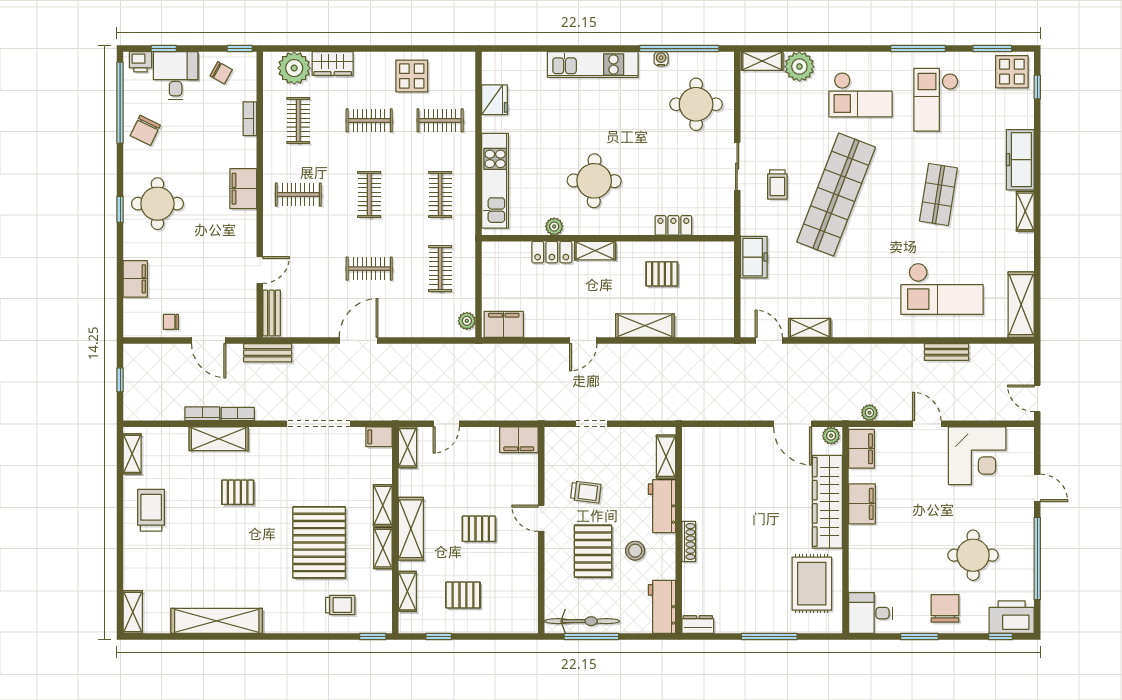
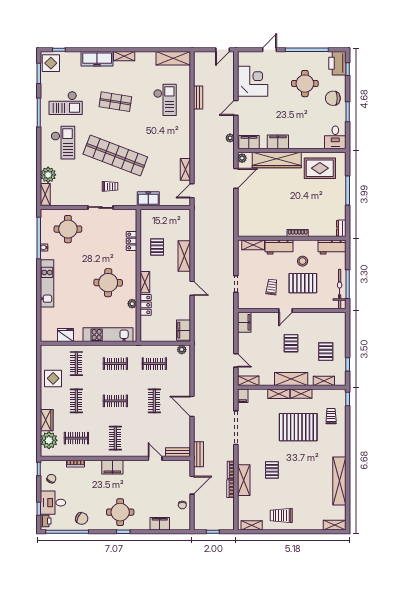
checkout: (942, 289) -> (165, 100), width x0.73, depth x0.83

